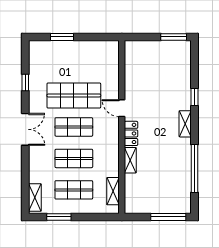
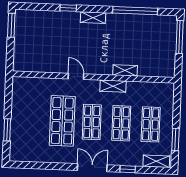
window: (25, 82) -> (128, 169), moved
door: (122, 108) -> (76, 76), swing flipped
locker: (131, 133) -> (100, 69), removed
shelving: (113, 191) -> (113, 86), moved

